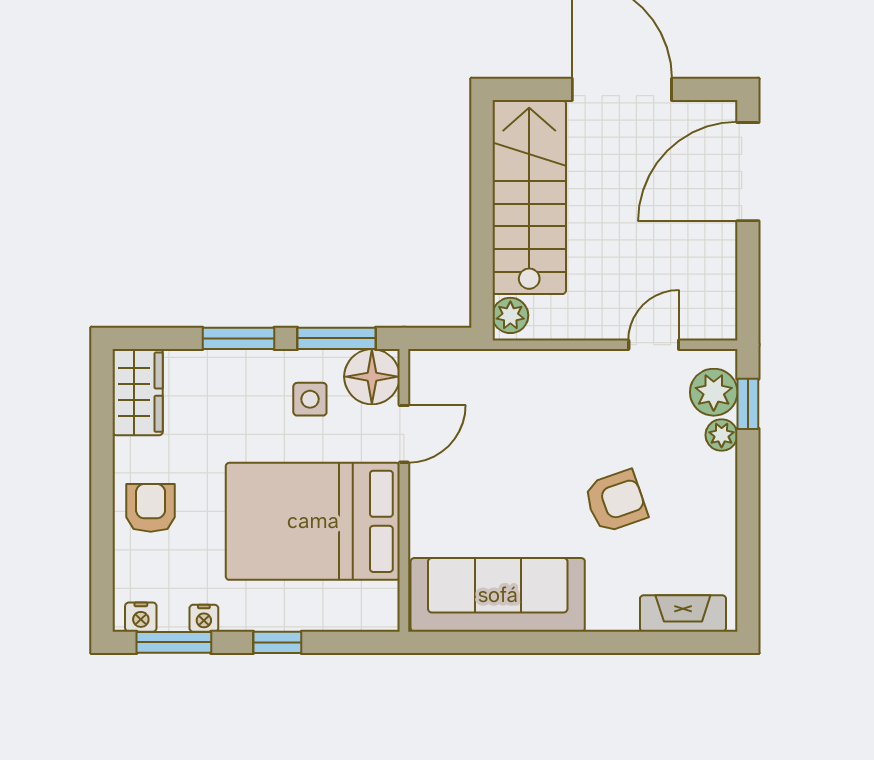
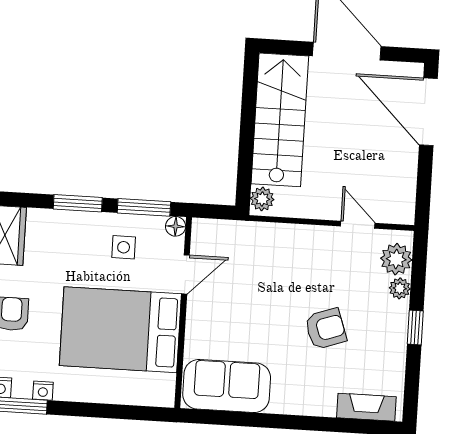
door: (748, 172) -> (428, 112), hinge flipped
door: (654, 345) -> (358, 225), hinge flipped
floor lamp: (372, 377) -> (176, 226), width x0.53, depth x0.53
window: (748, 404) -> (415, 328), moved
sofa: (498, 595) -> (227, 386), width x0.73
window: (277, 642) -> (92, 410), removed

